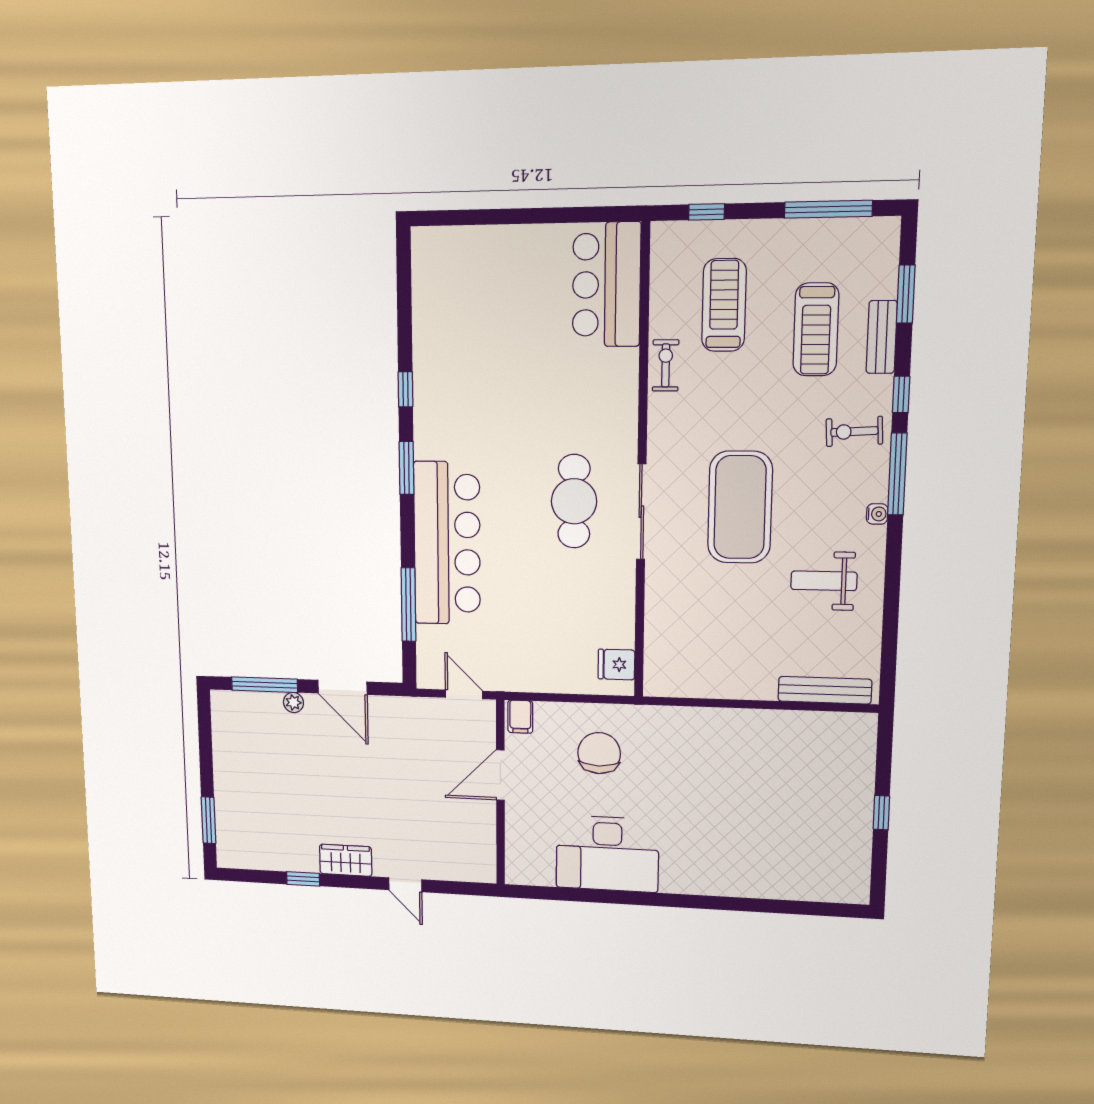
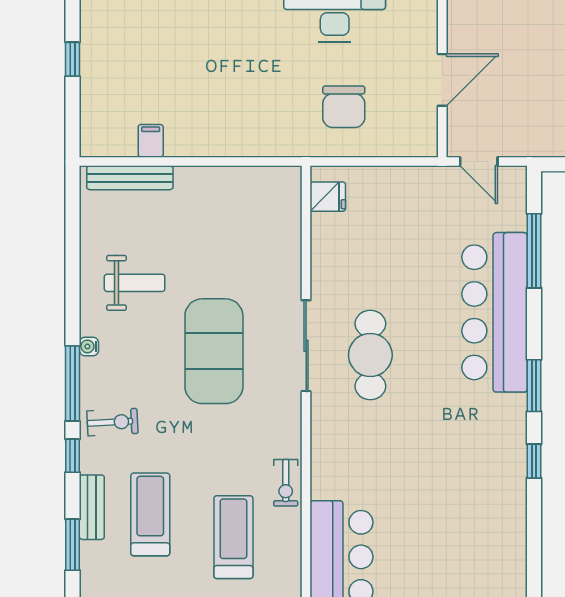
treadmill: (724, 305) -> (233, 537), turned 180
filing cabinet: (520, 717) -> (151, 141), moved

